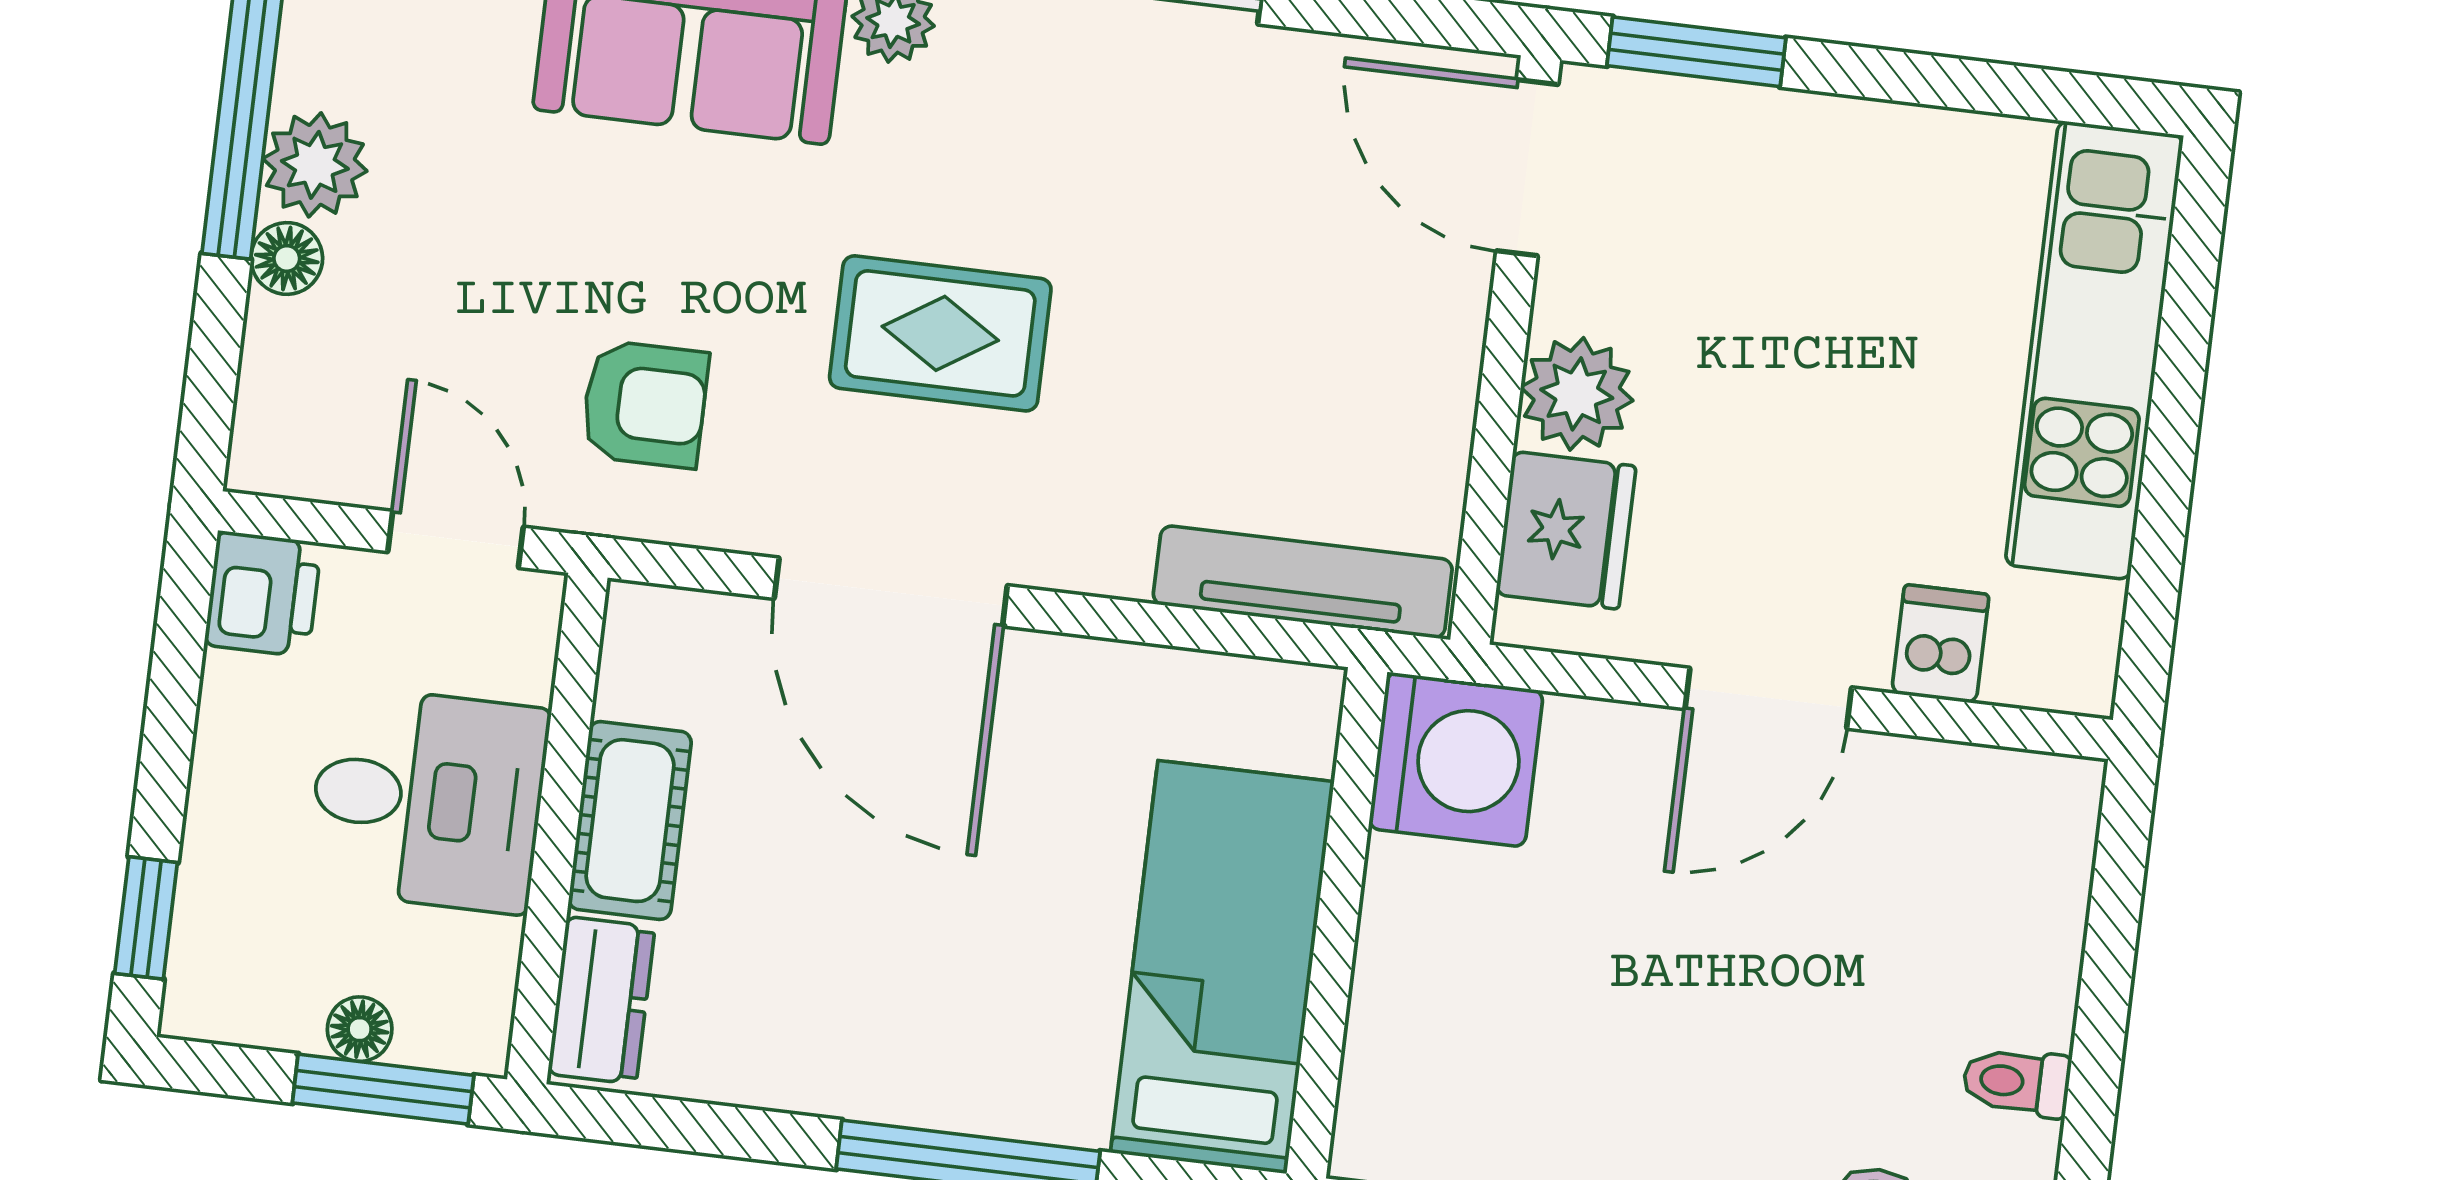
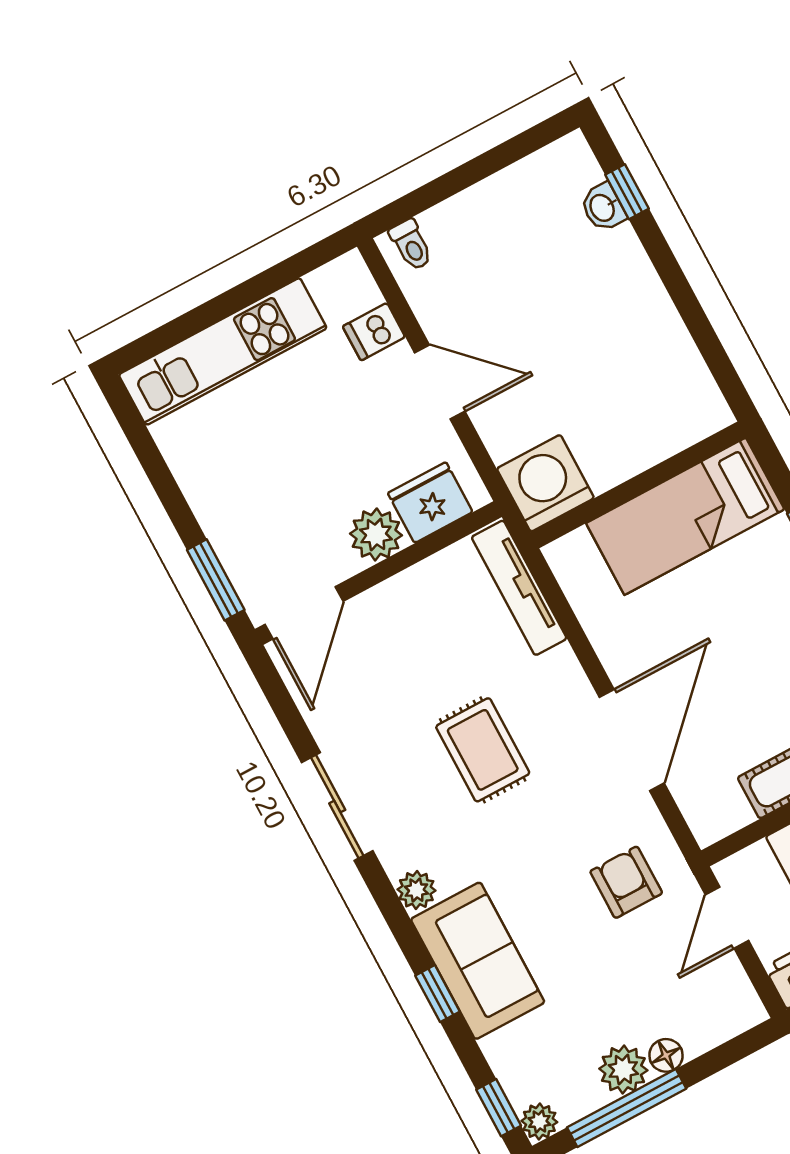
rug: (940, 333) -> (483, 750), moved
toilet: (2016, 1082) -> (411, 245), moved

